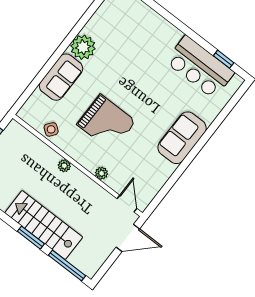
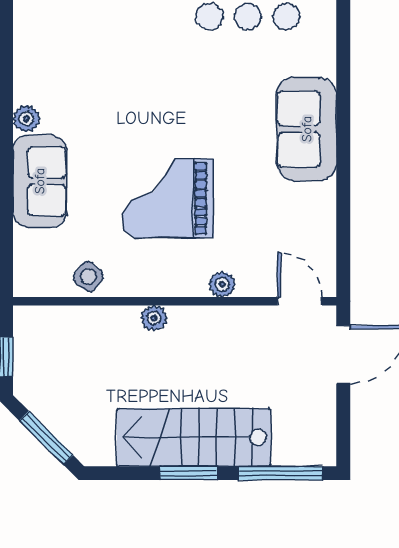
plant: (83, 47) -> (26, 119), width x0.53, depth x0.53
grand piano: (106, 123) -> (168, 198), turned 180

